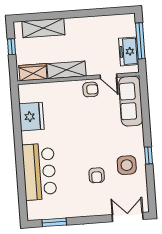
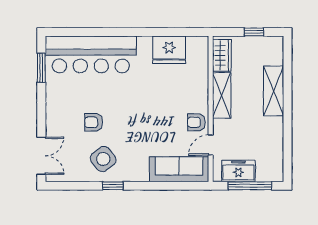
shelving: (43, 28) -> (274, 91), moved
armchair: (90, 89) -> (196, 122), turned 90
side table: (127, 165) -> (103, 159), turned -37
bar counter: (39, 172) -> (91, 54), width x1.36

